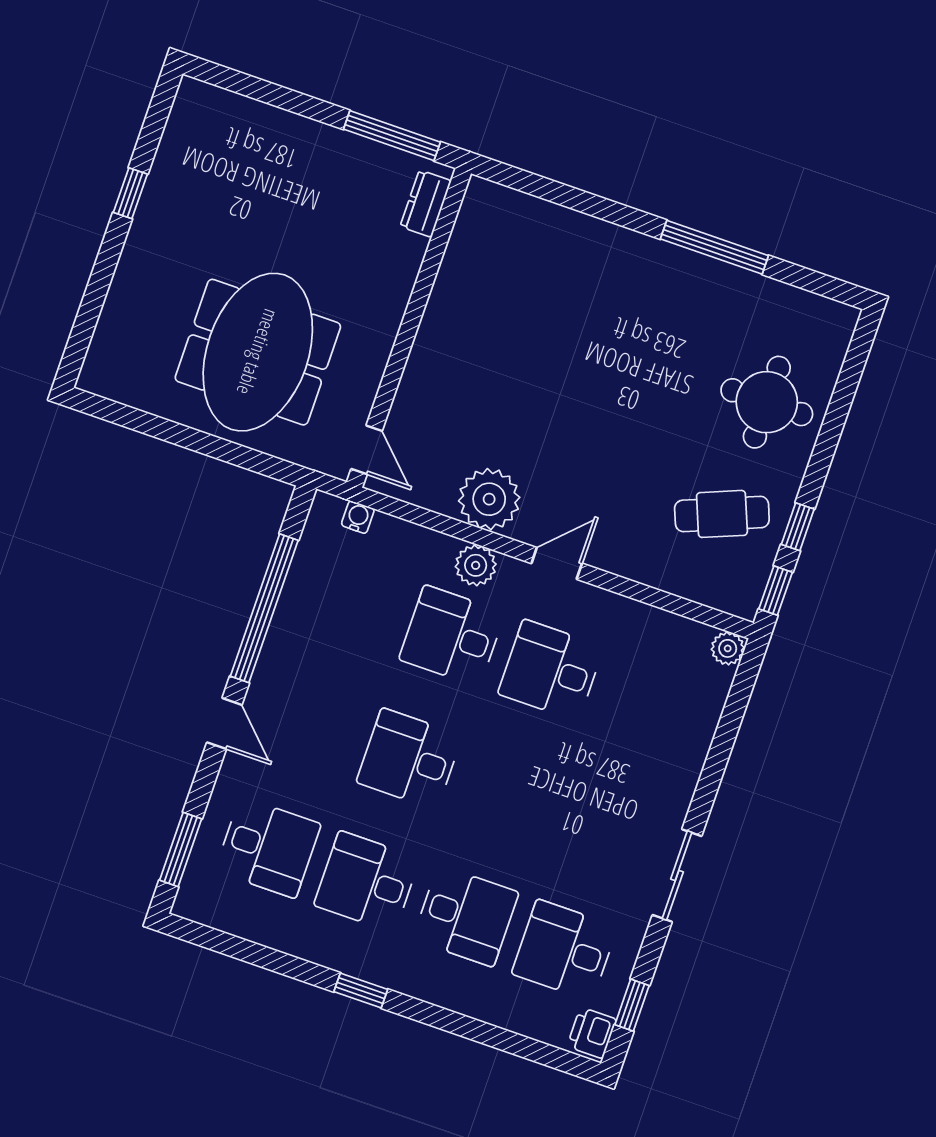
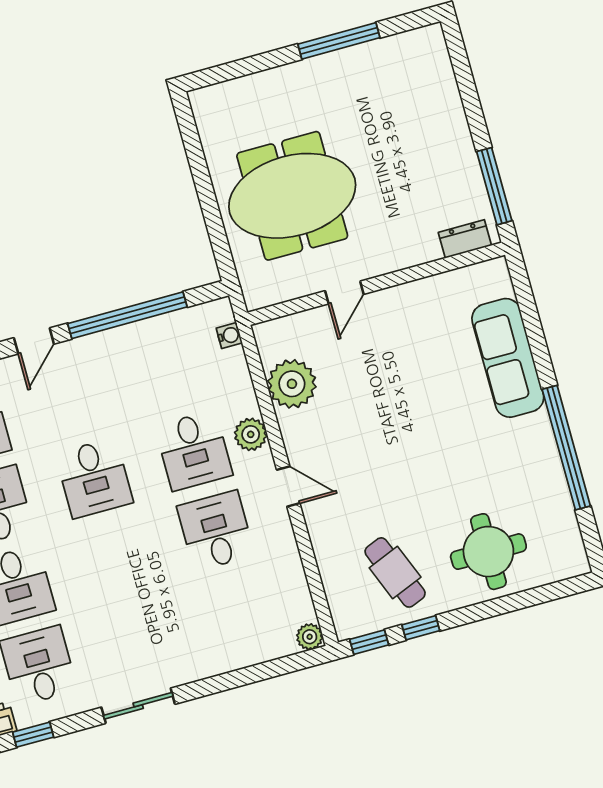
window: (130, 193) -> (339, 41), width x2.17
sofa: (580, 244) -> (508, 358), added
window: (714, 247) -> (566, 448), width x1.46
door: (367, 450) -> (344, 293), moved
plant: (489, 499) -> (292, 384), moved
desk: (452, 636) -> (194, 451), turned 180
desk: (409, 759) -> (94, 478), turned 180

